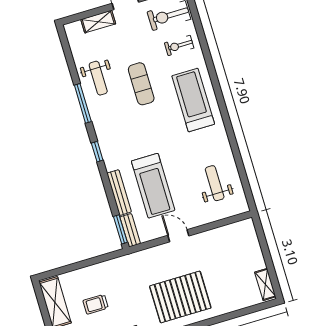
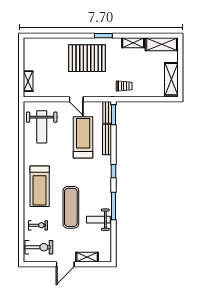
weight bench: (98, 78) -> (98, 220), turned -90
exercise mat: (141, 84) -> (71, 207), width x1.36, depth x1.45
weight bench: (215, 183) -> (42, 127), width x1.36, depth x1.33
shelving: (265, 284) -> (28, 81), moved
trolley: (96, 304) -> (124, 86), moved

